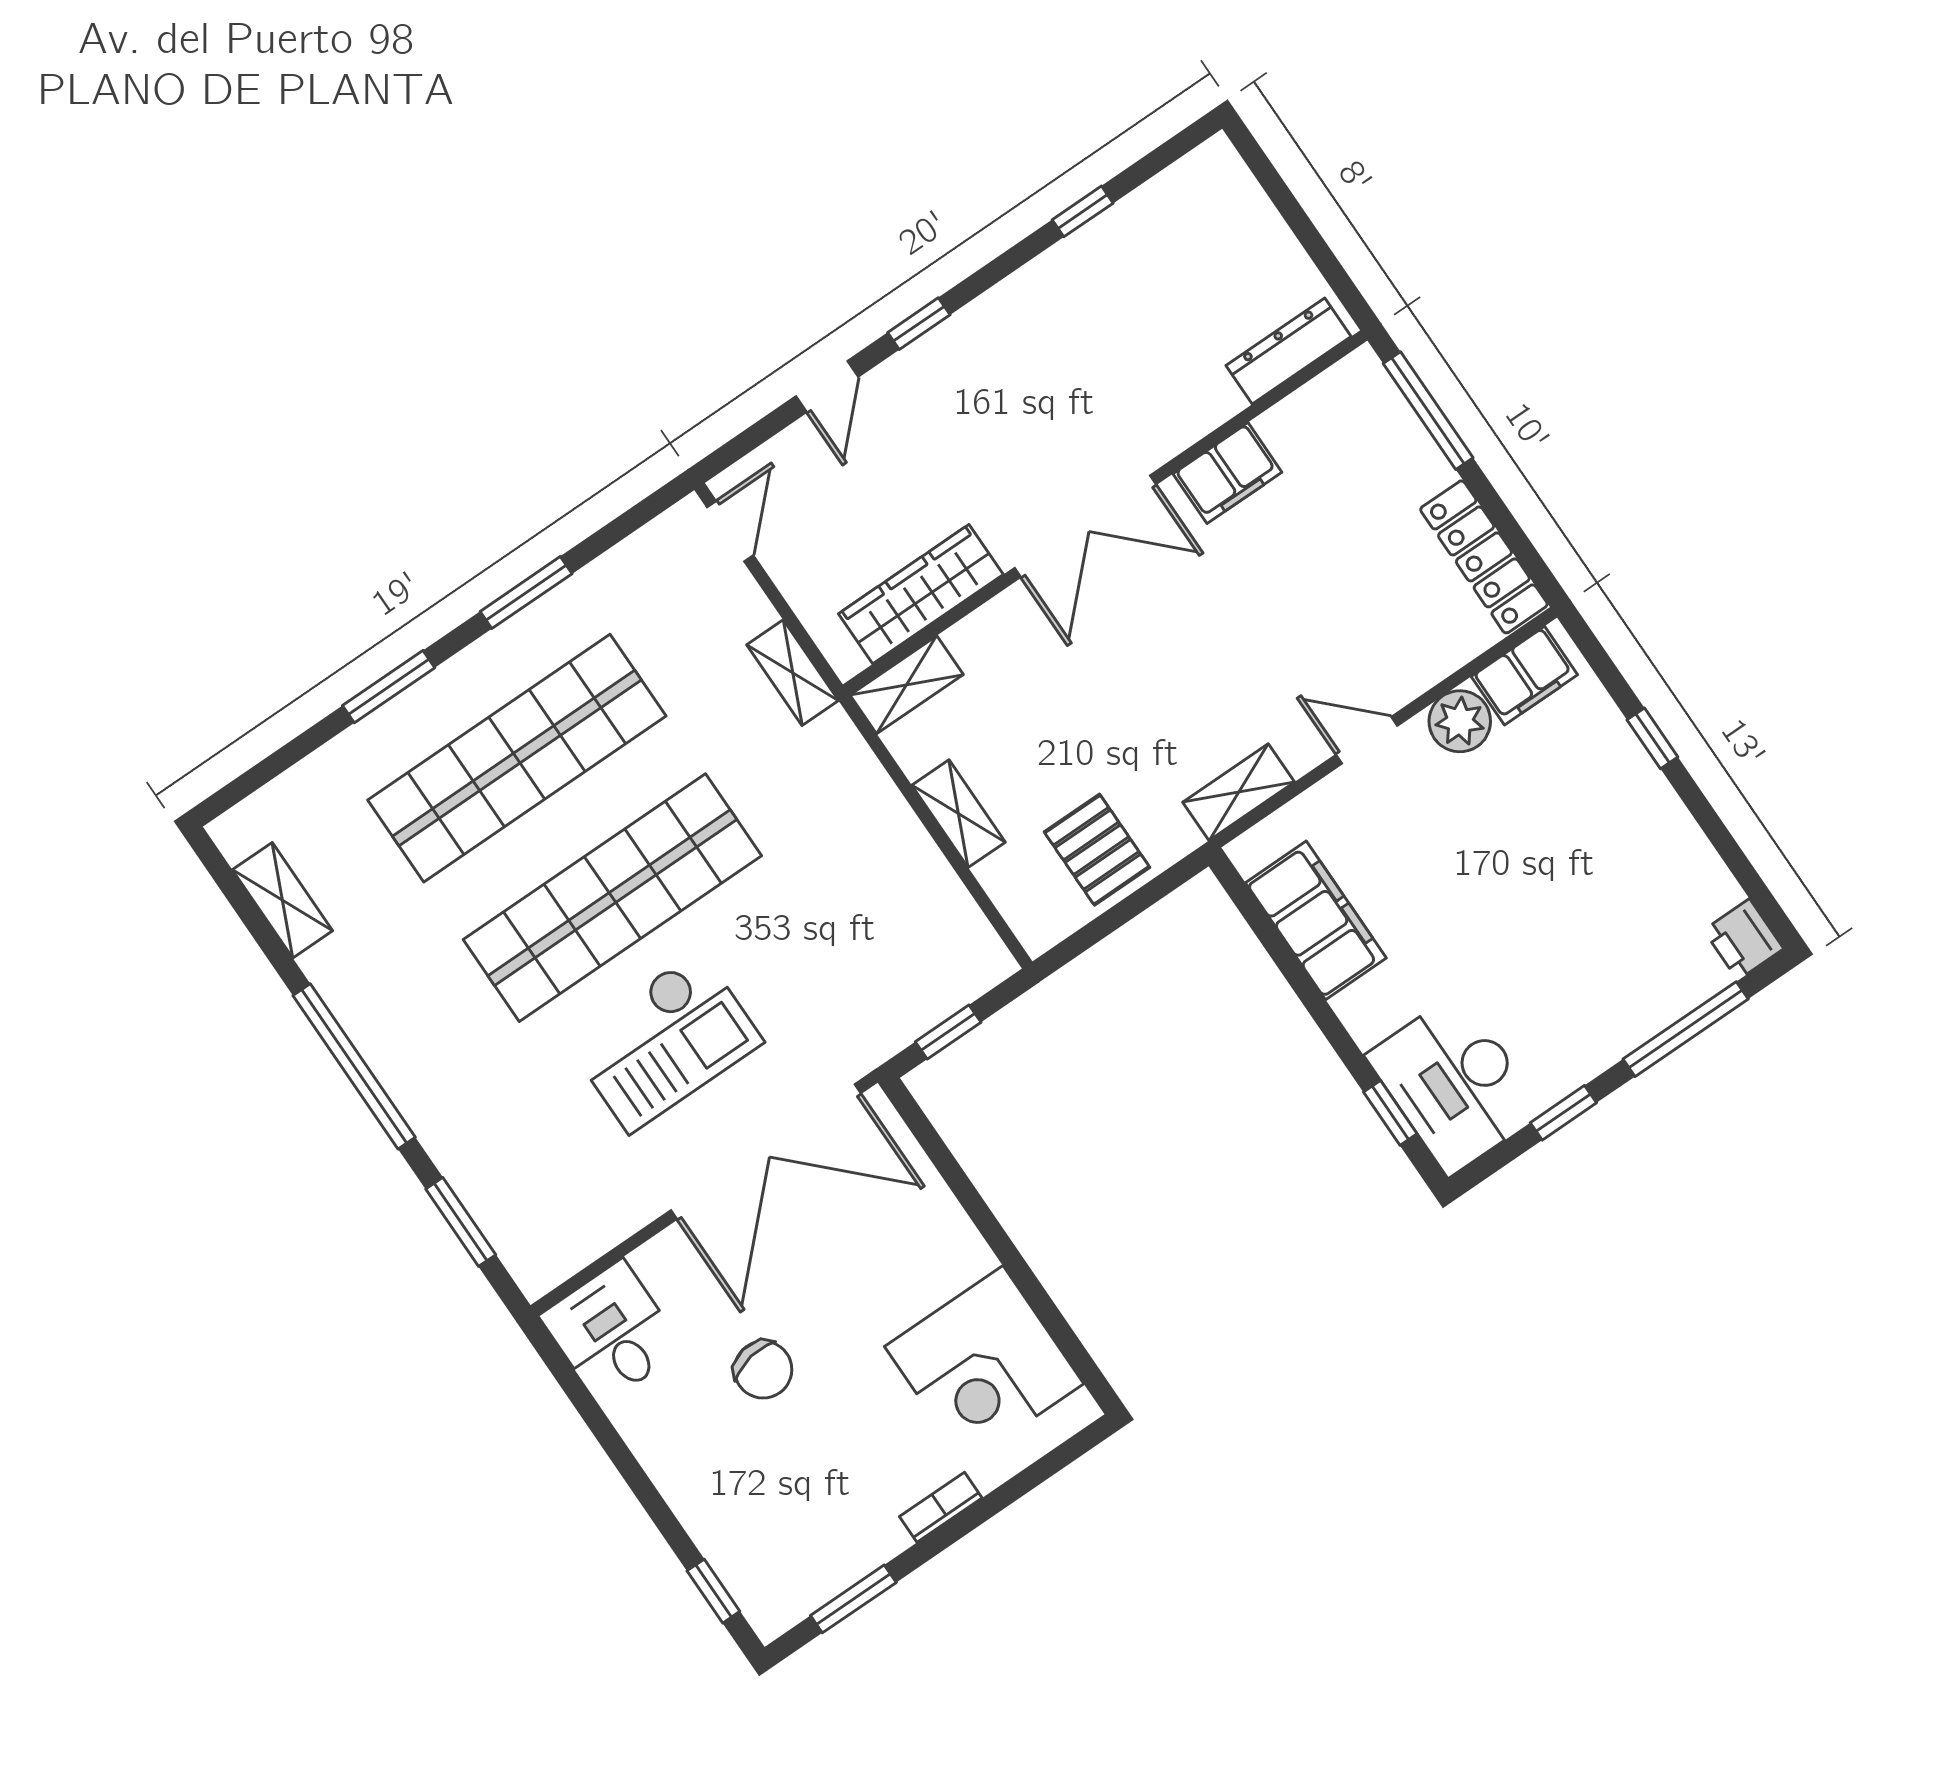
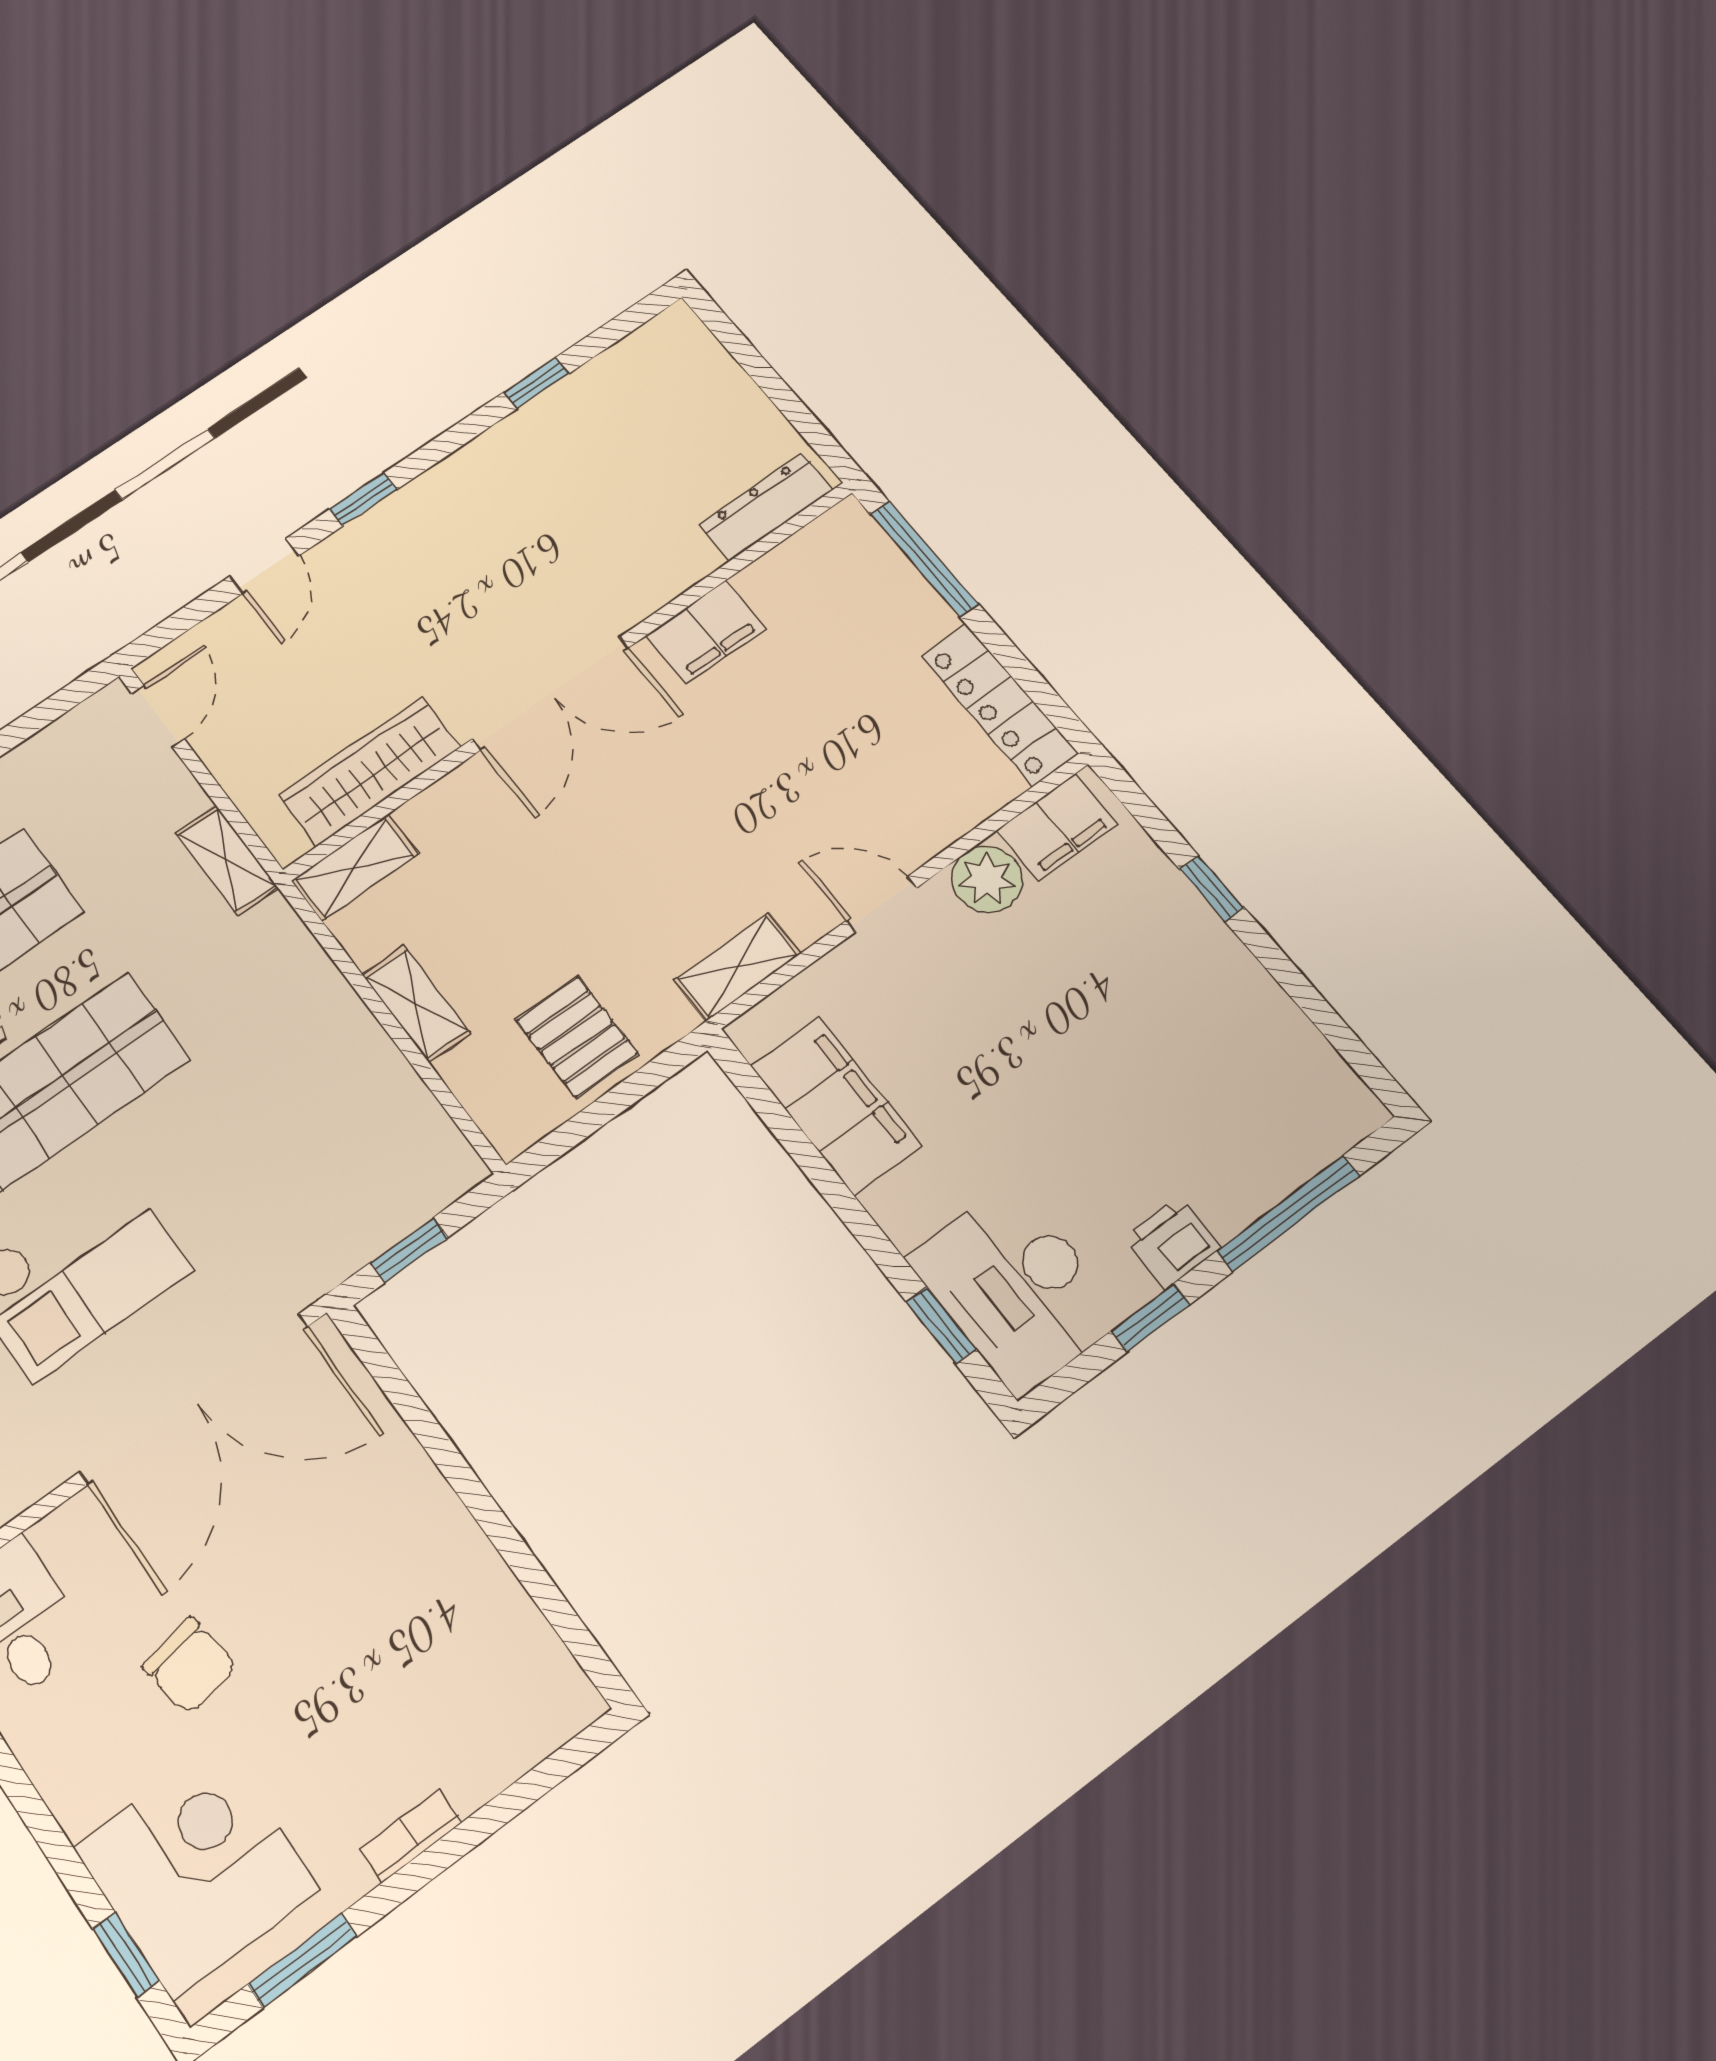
printer: (1744, 939) -> (1172, 1243), moved, turned 90
corner desk: (984, 1365) -> (197, 1868), moved, turned 180

